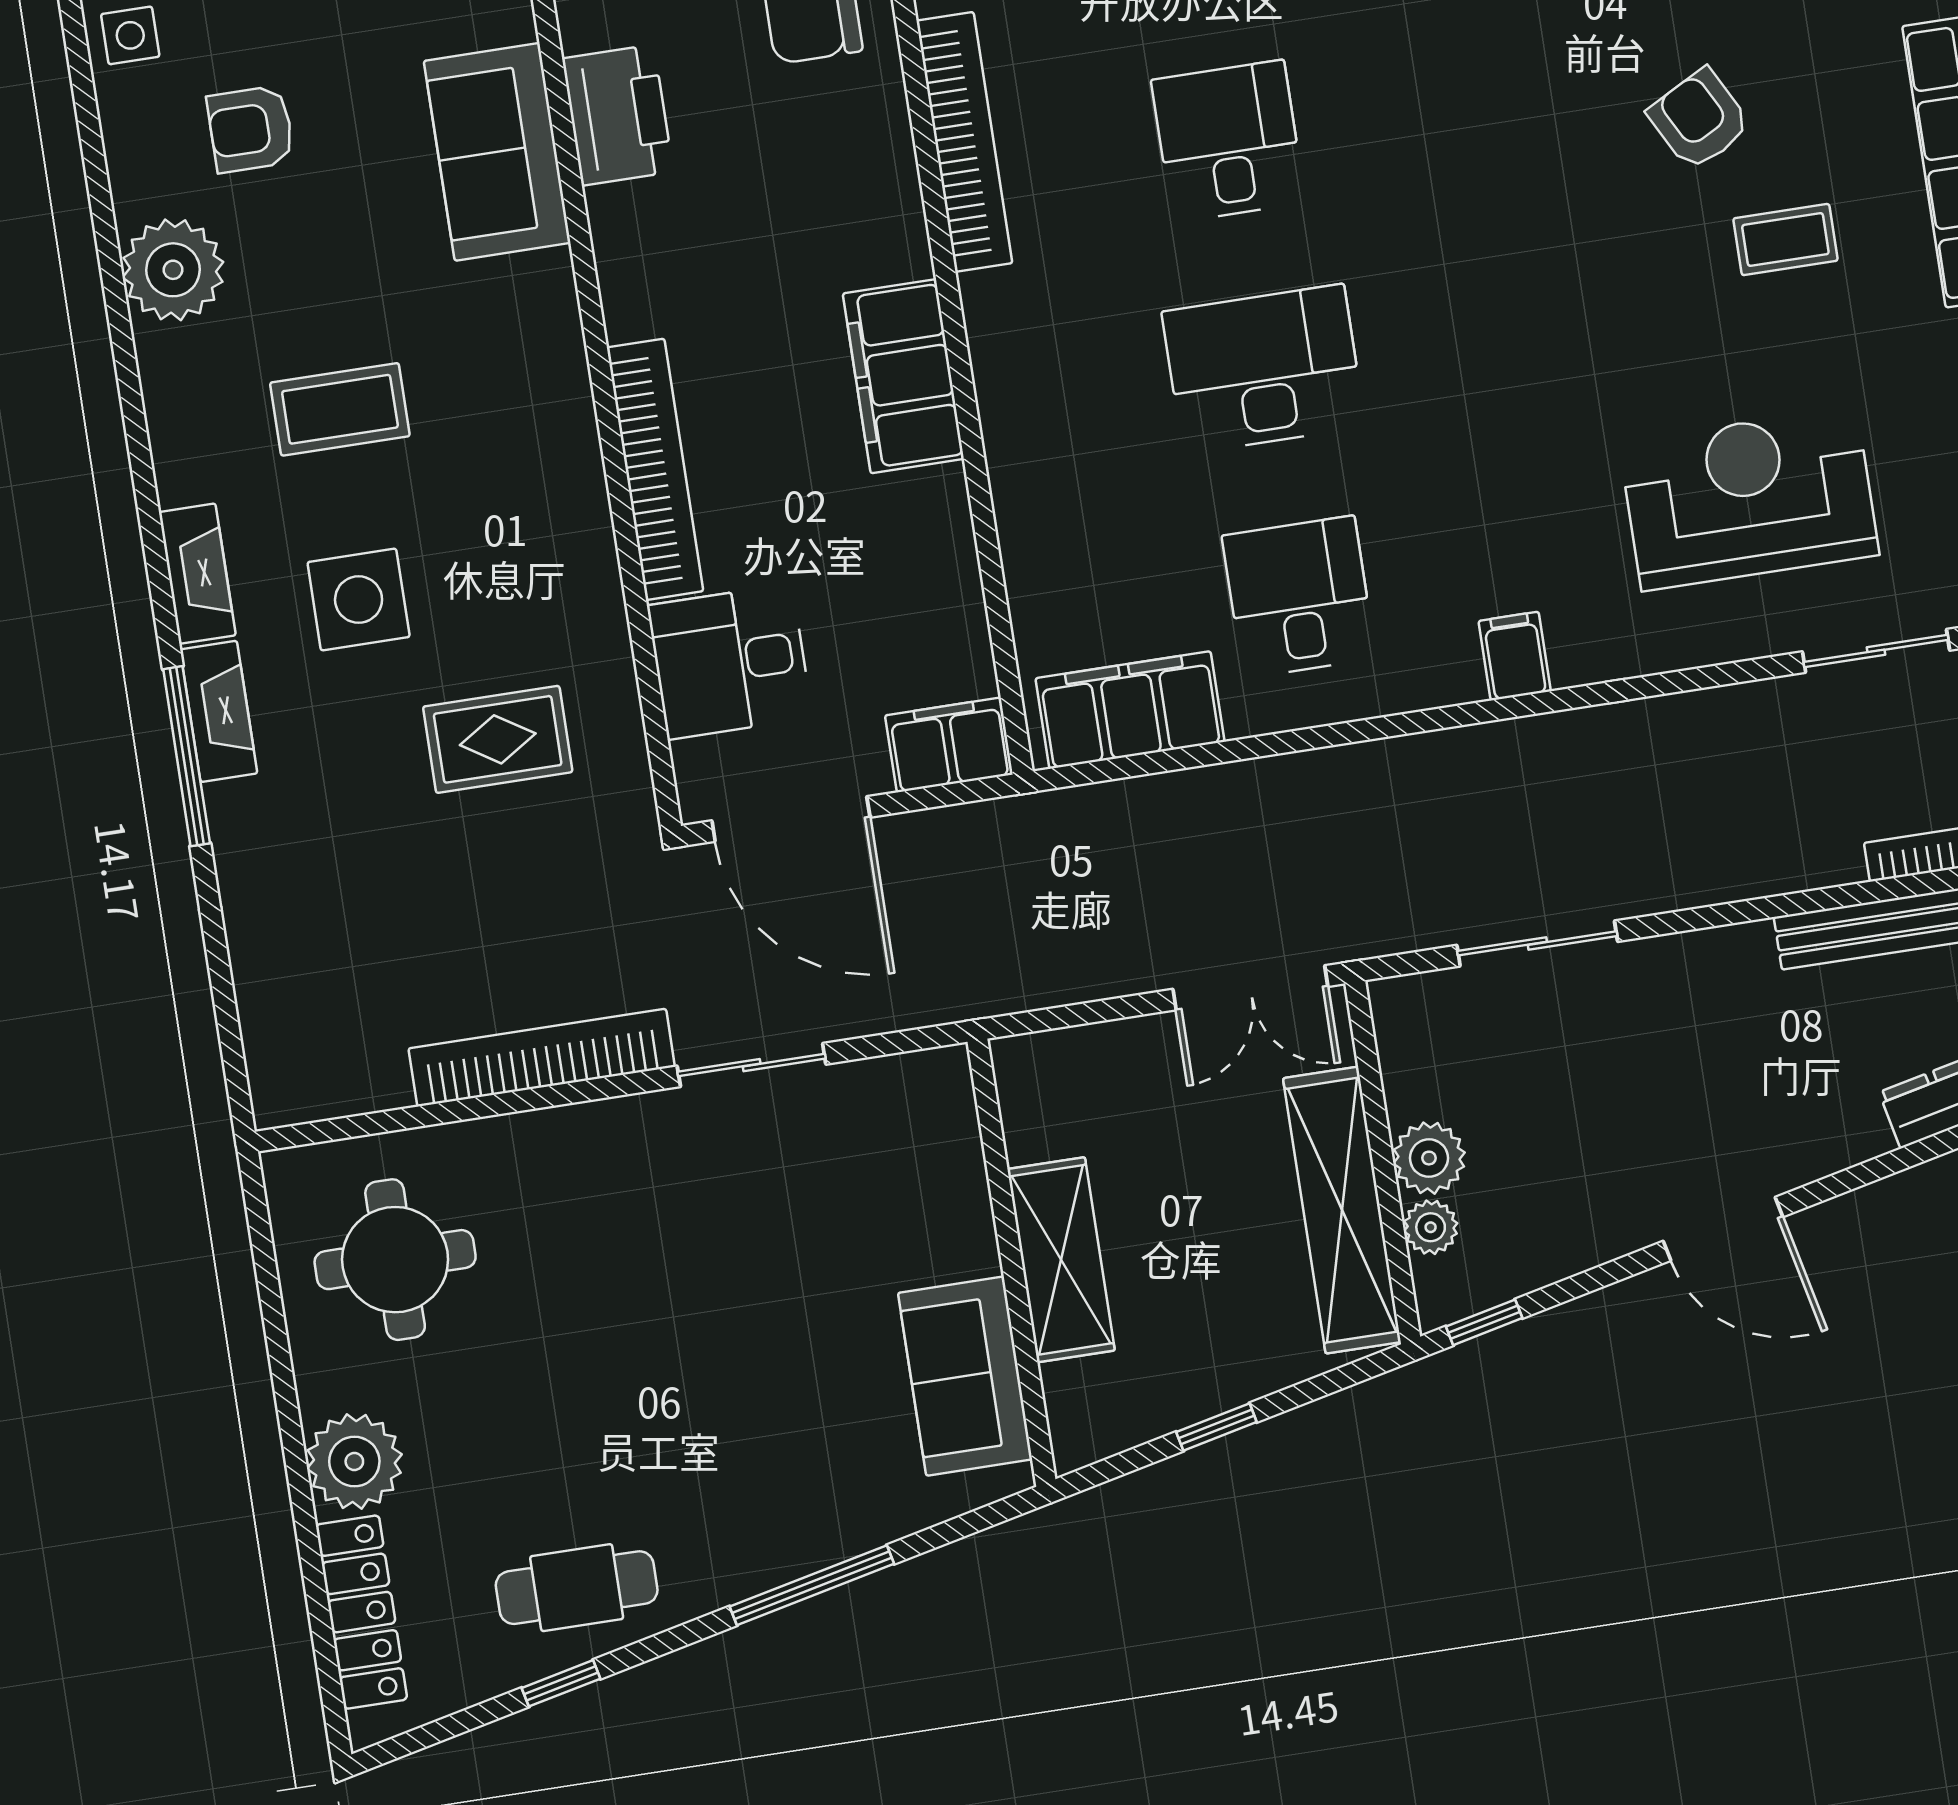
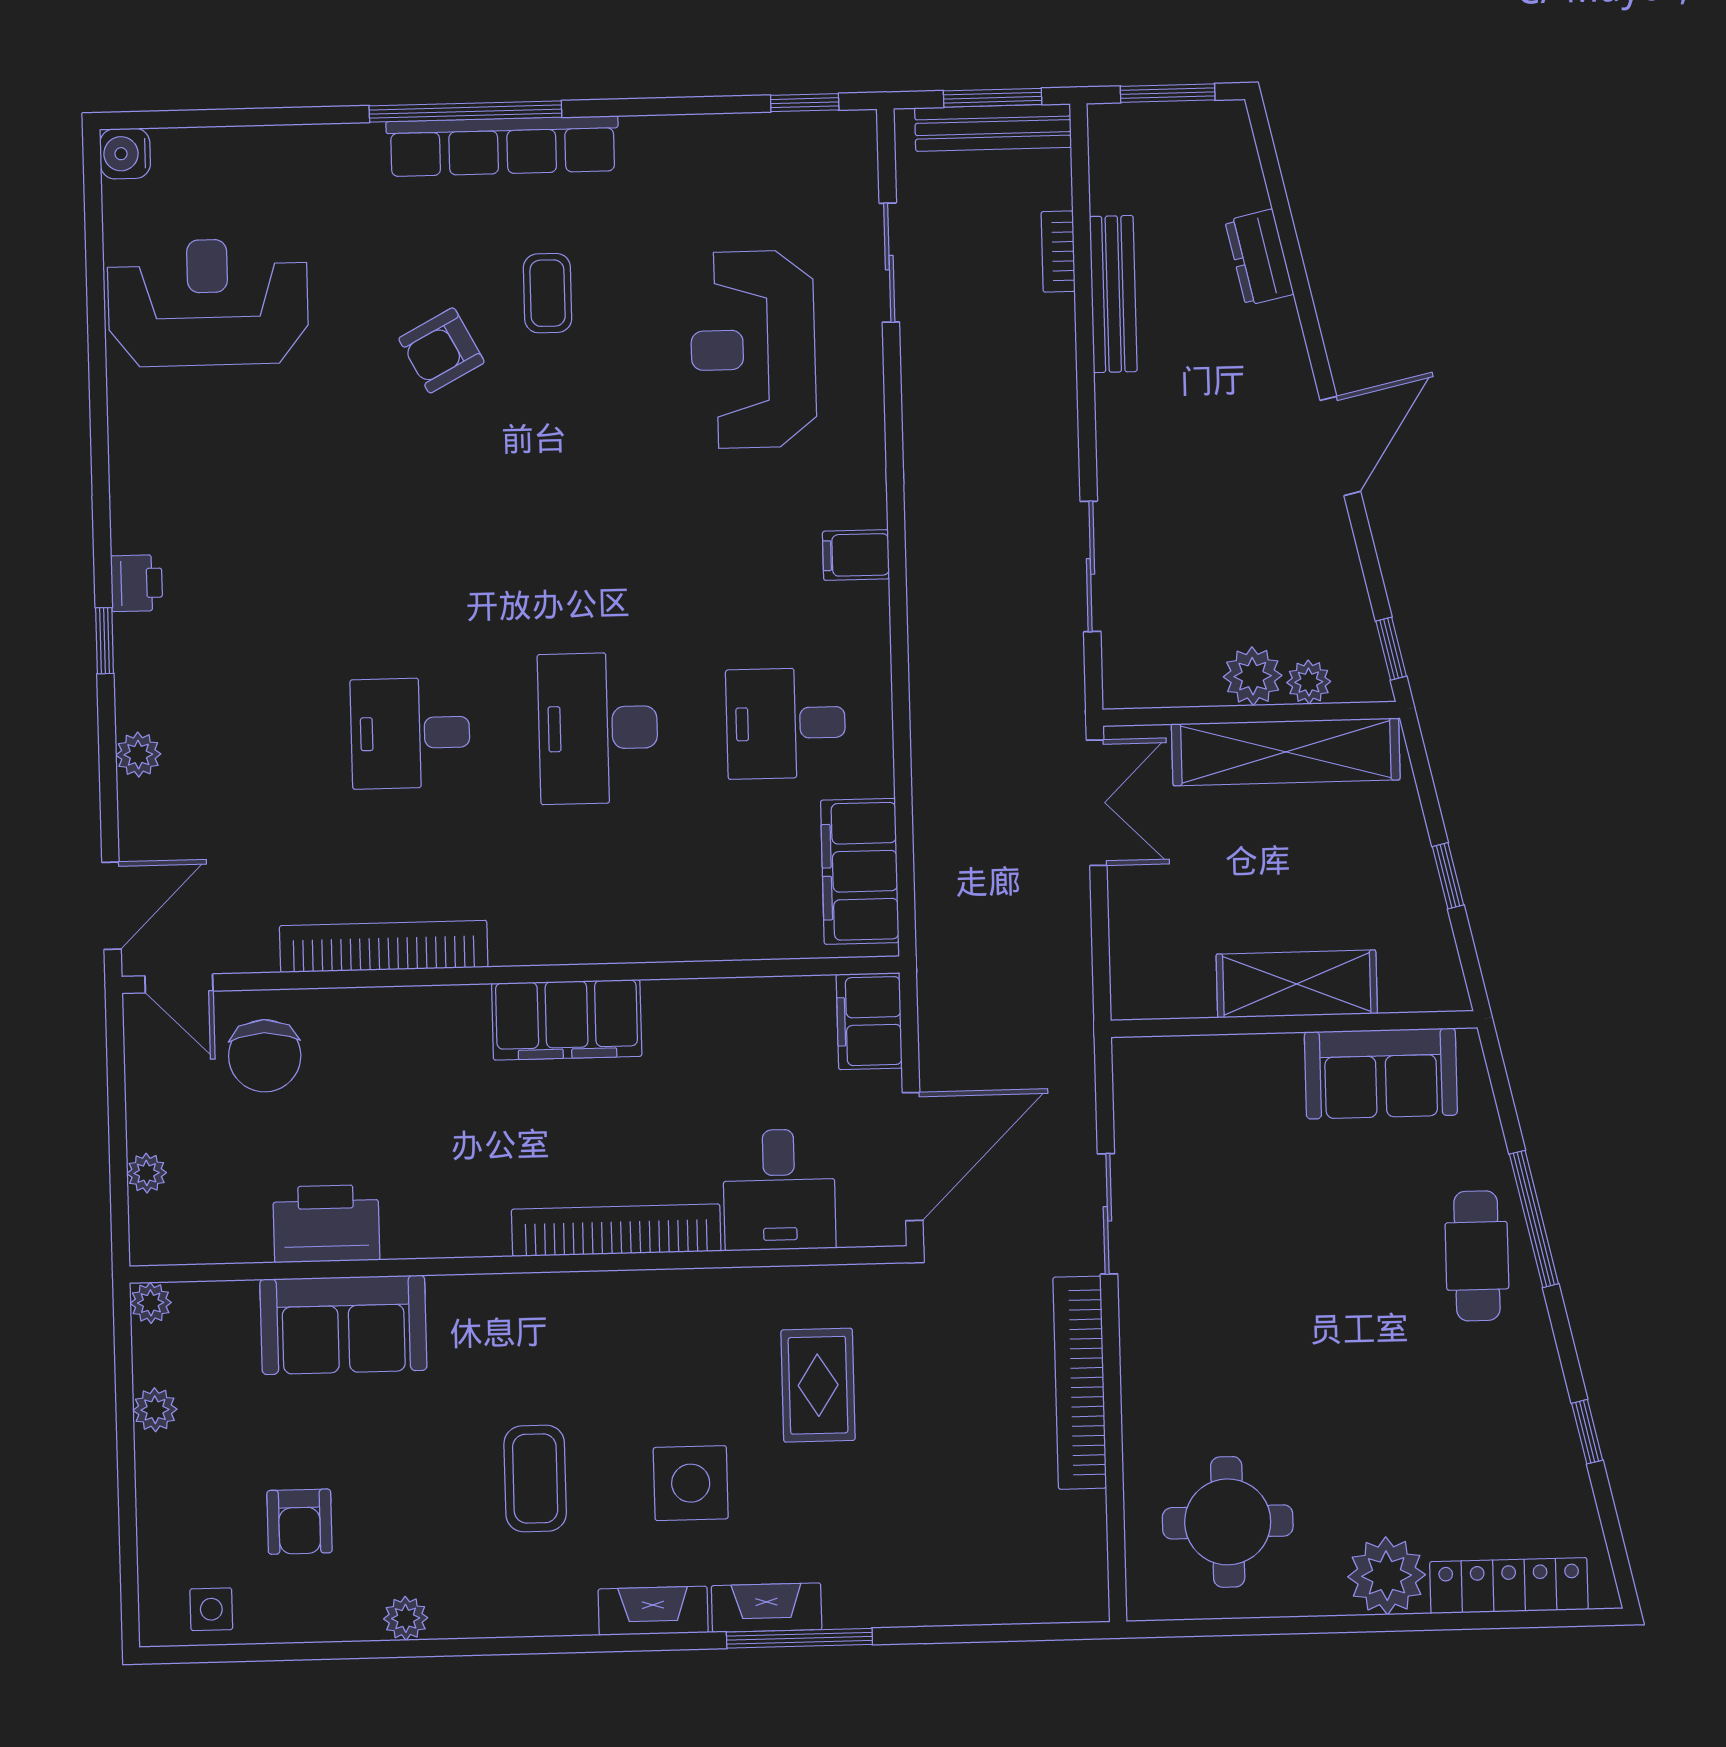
plant: (173, 270) -> (406, 1618), width x0.53, depth x0.53
cafe table: (577, 1588) -> (1477, 1256), moved

